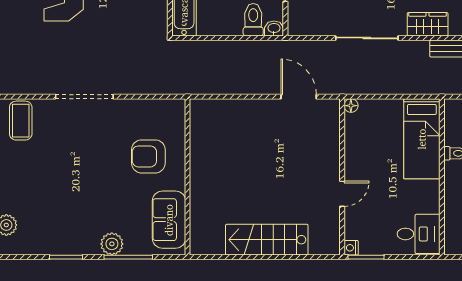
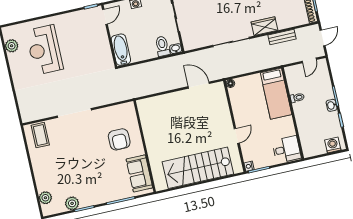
armchair: (148, 156) -> (119, 139), turned -90
stairs: (267, 240) -> (198, 168), width x1.36, depth x1.51
plant: (112, 244) -> (72, 203), moved

